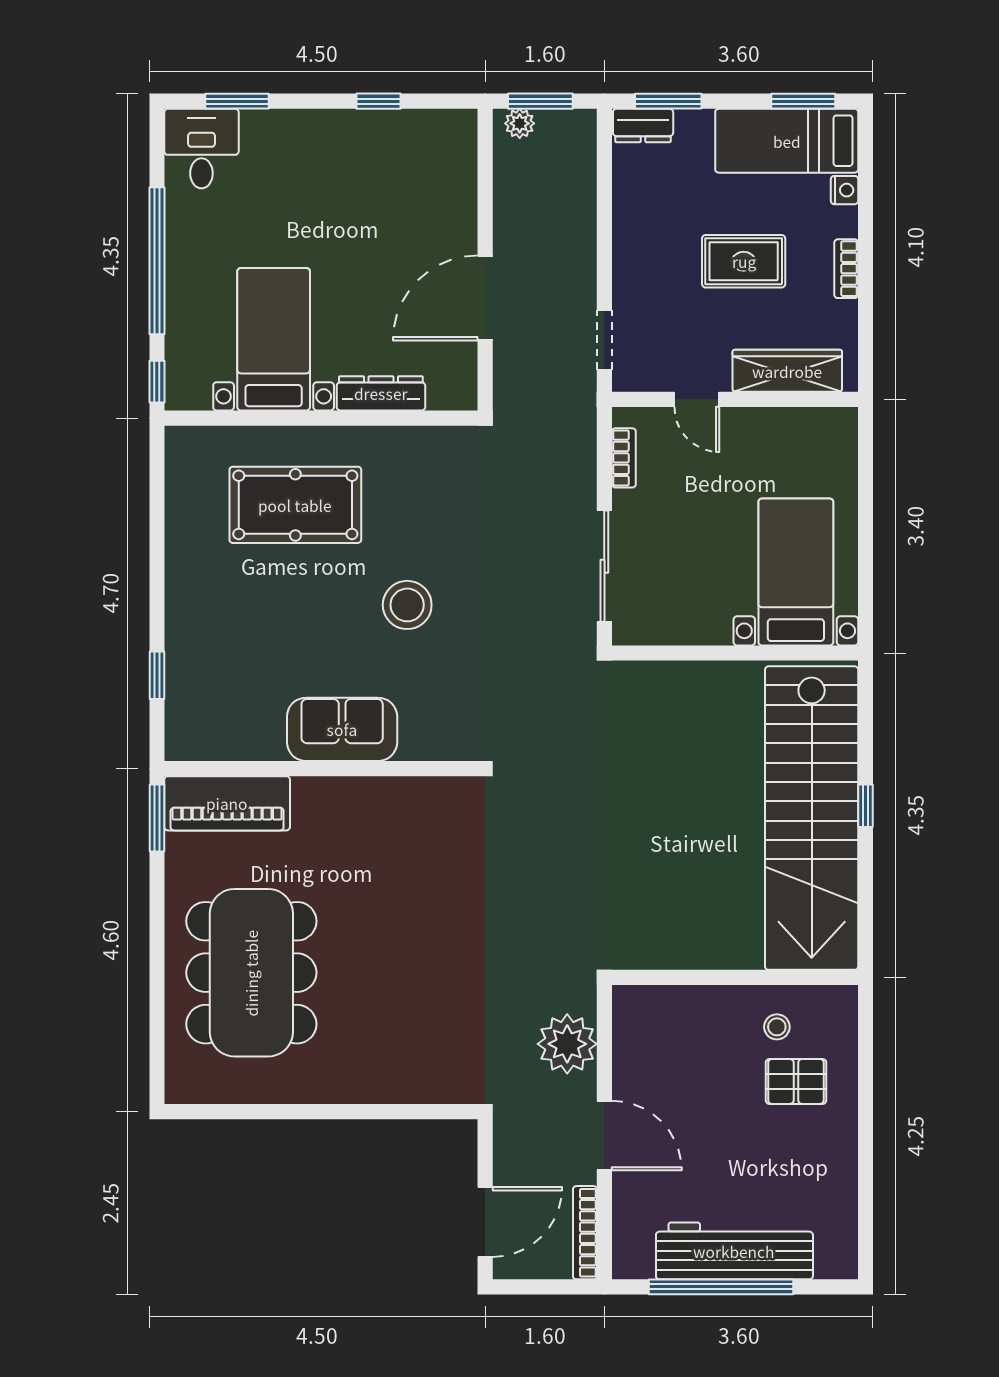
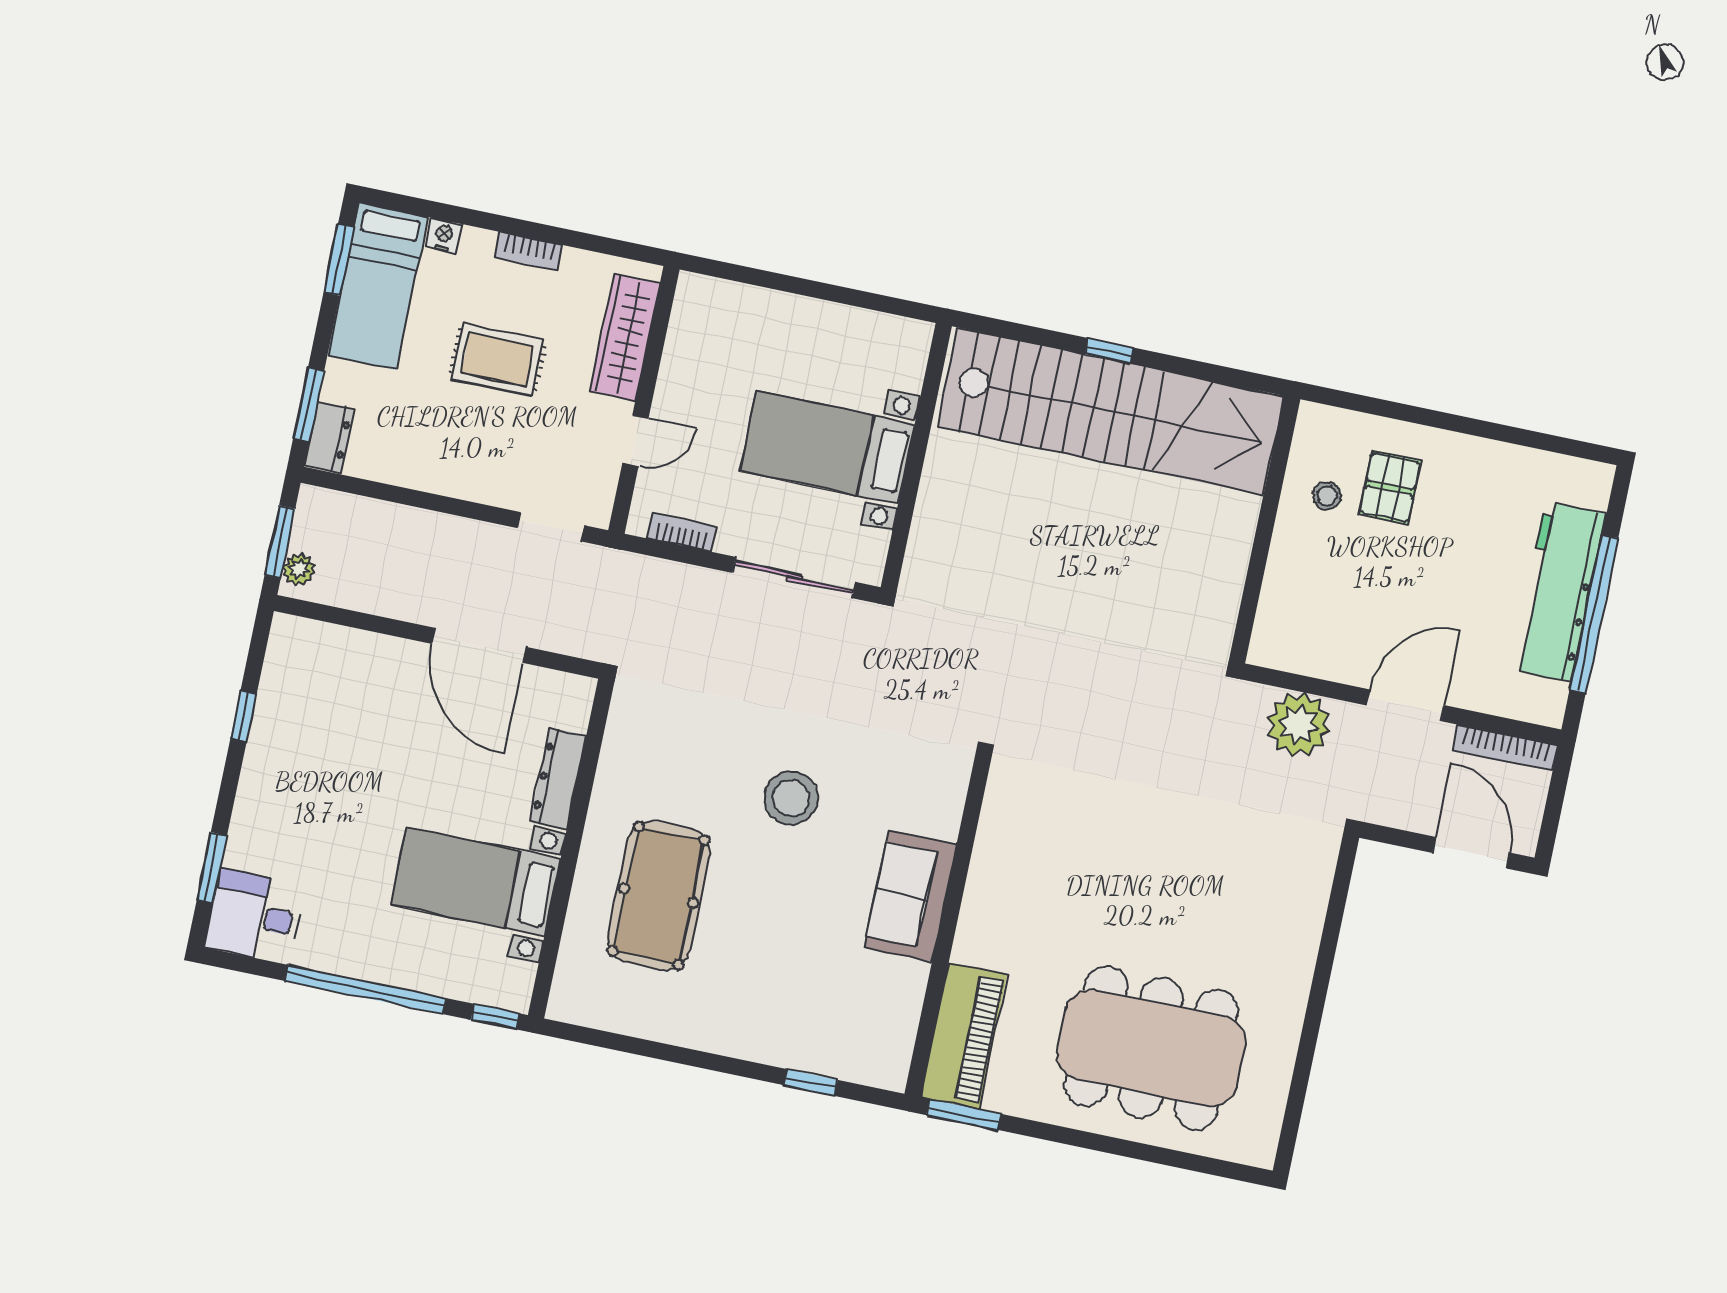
rug: (744, 261) -> (497, 360), turned 90
bed with nightstands: (796, 572) -> (827, 448), moved

